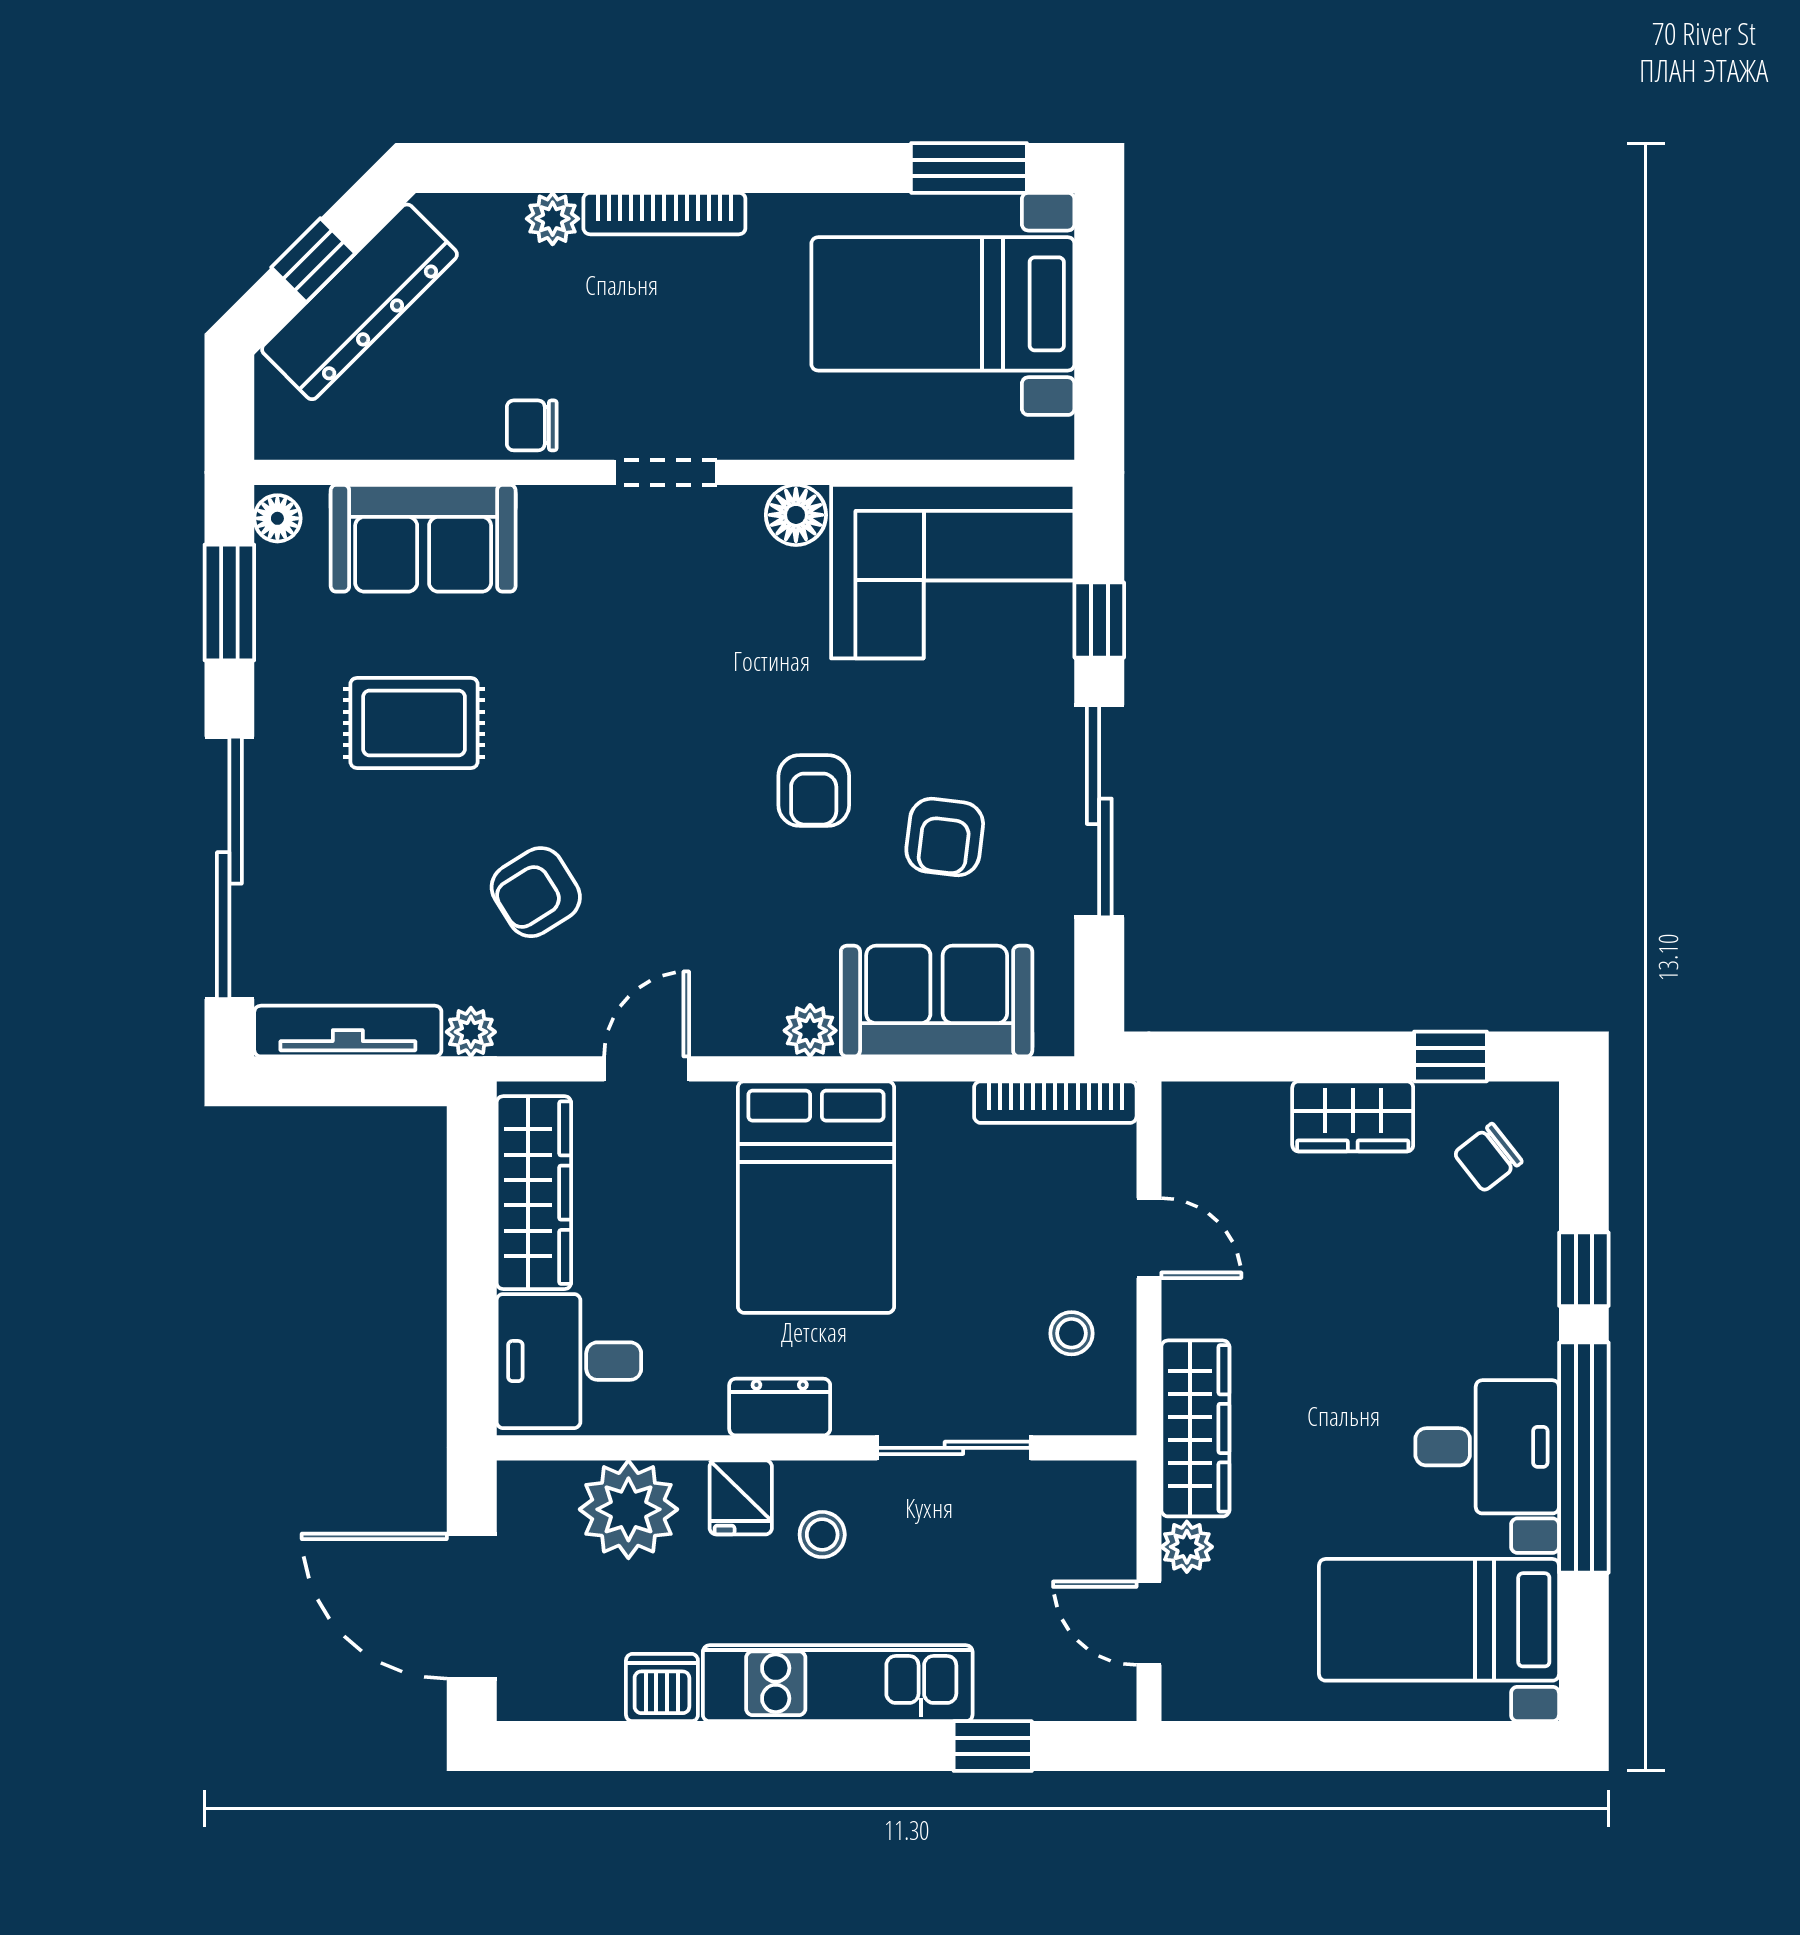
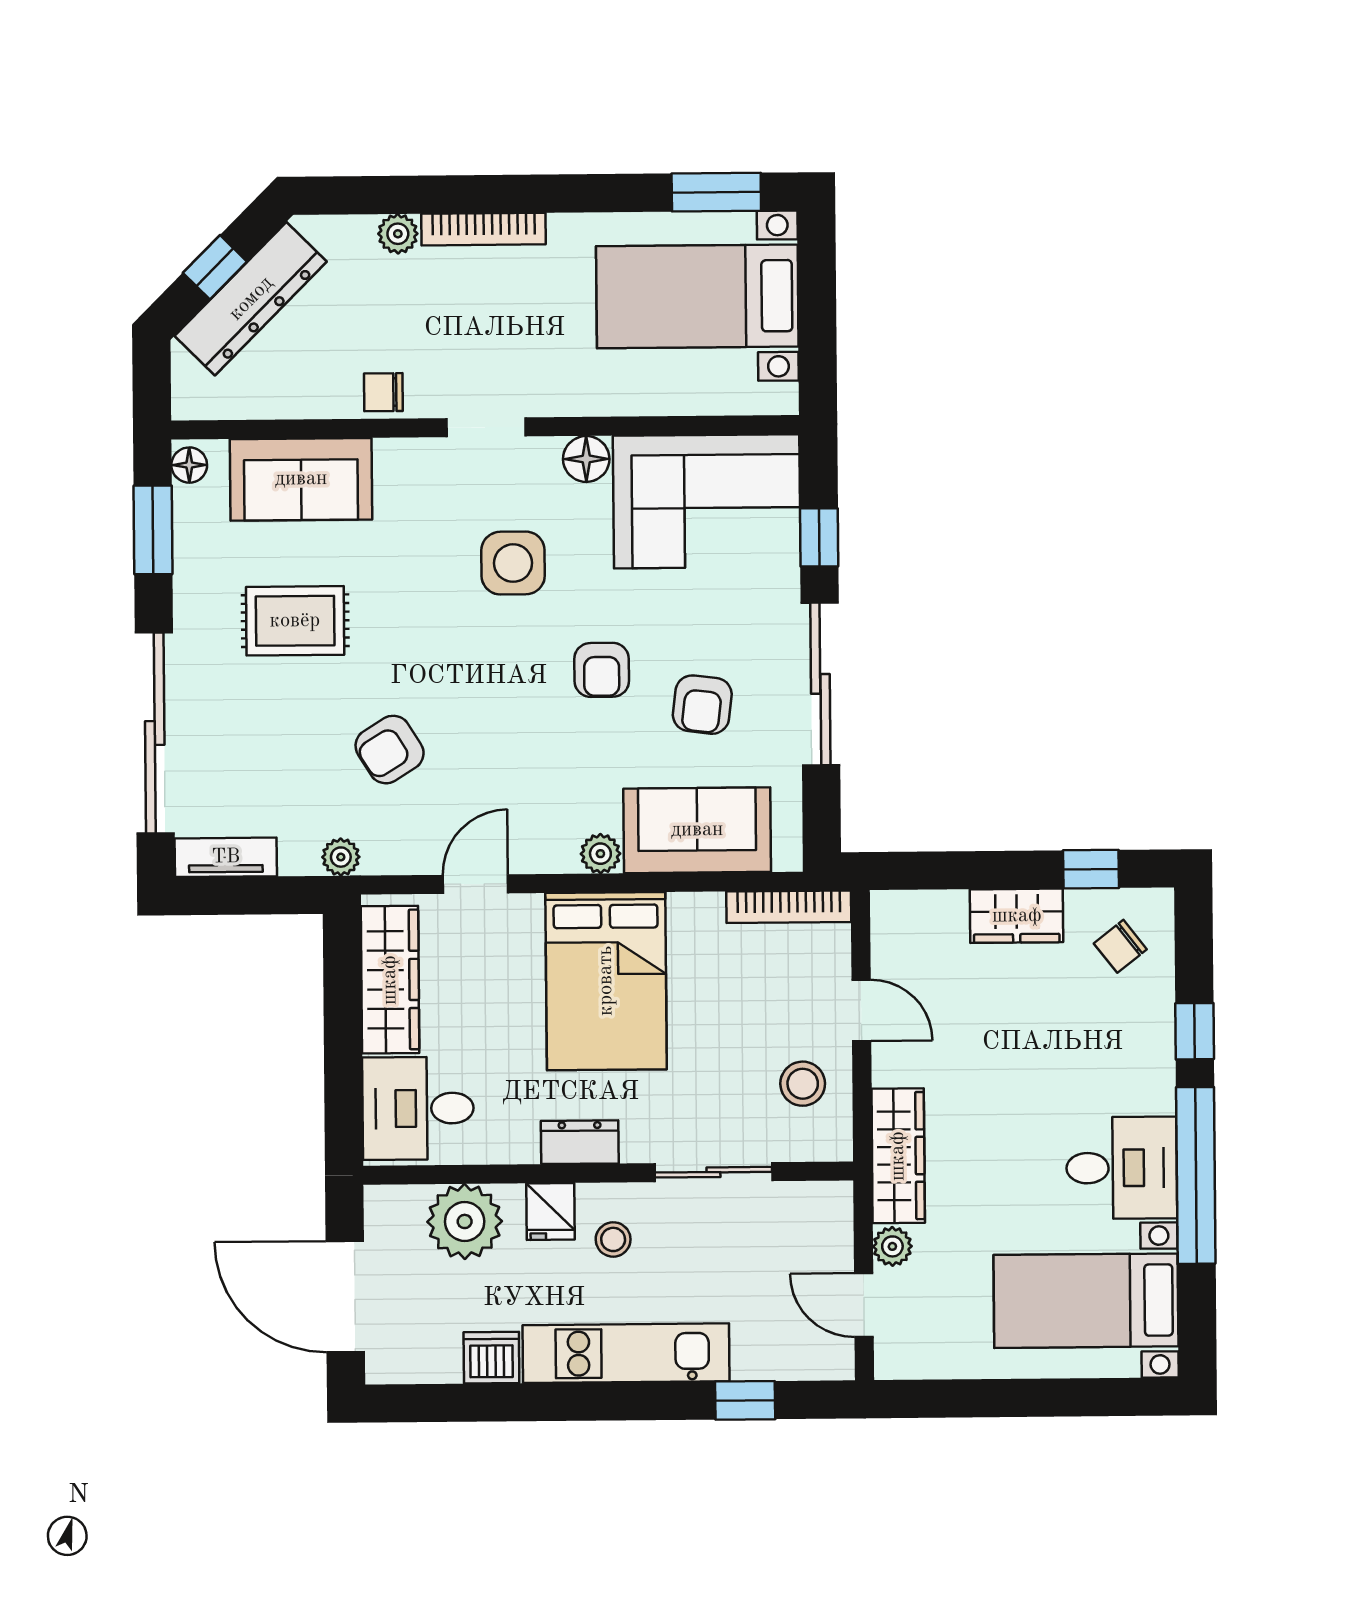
side table: (699, 650) -> (513, 563), added
tv unit: (348, 1031) -> (226, 857), width x0.71
stool: (1071, 1333) -> (803, 1084), width x1.37, depth x1.37

